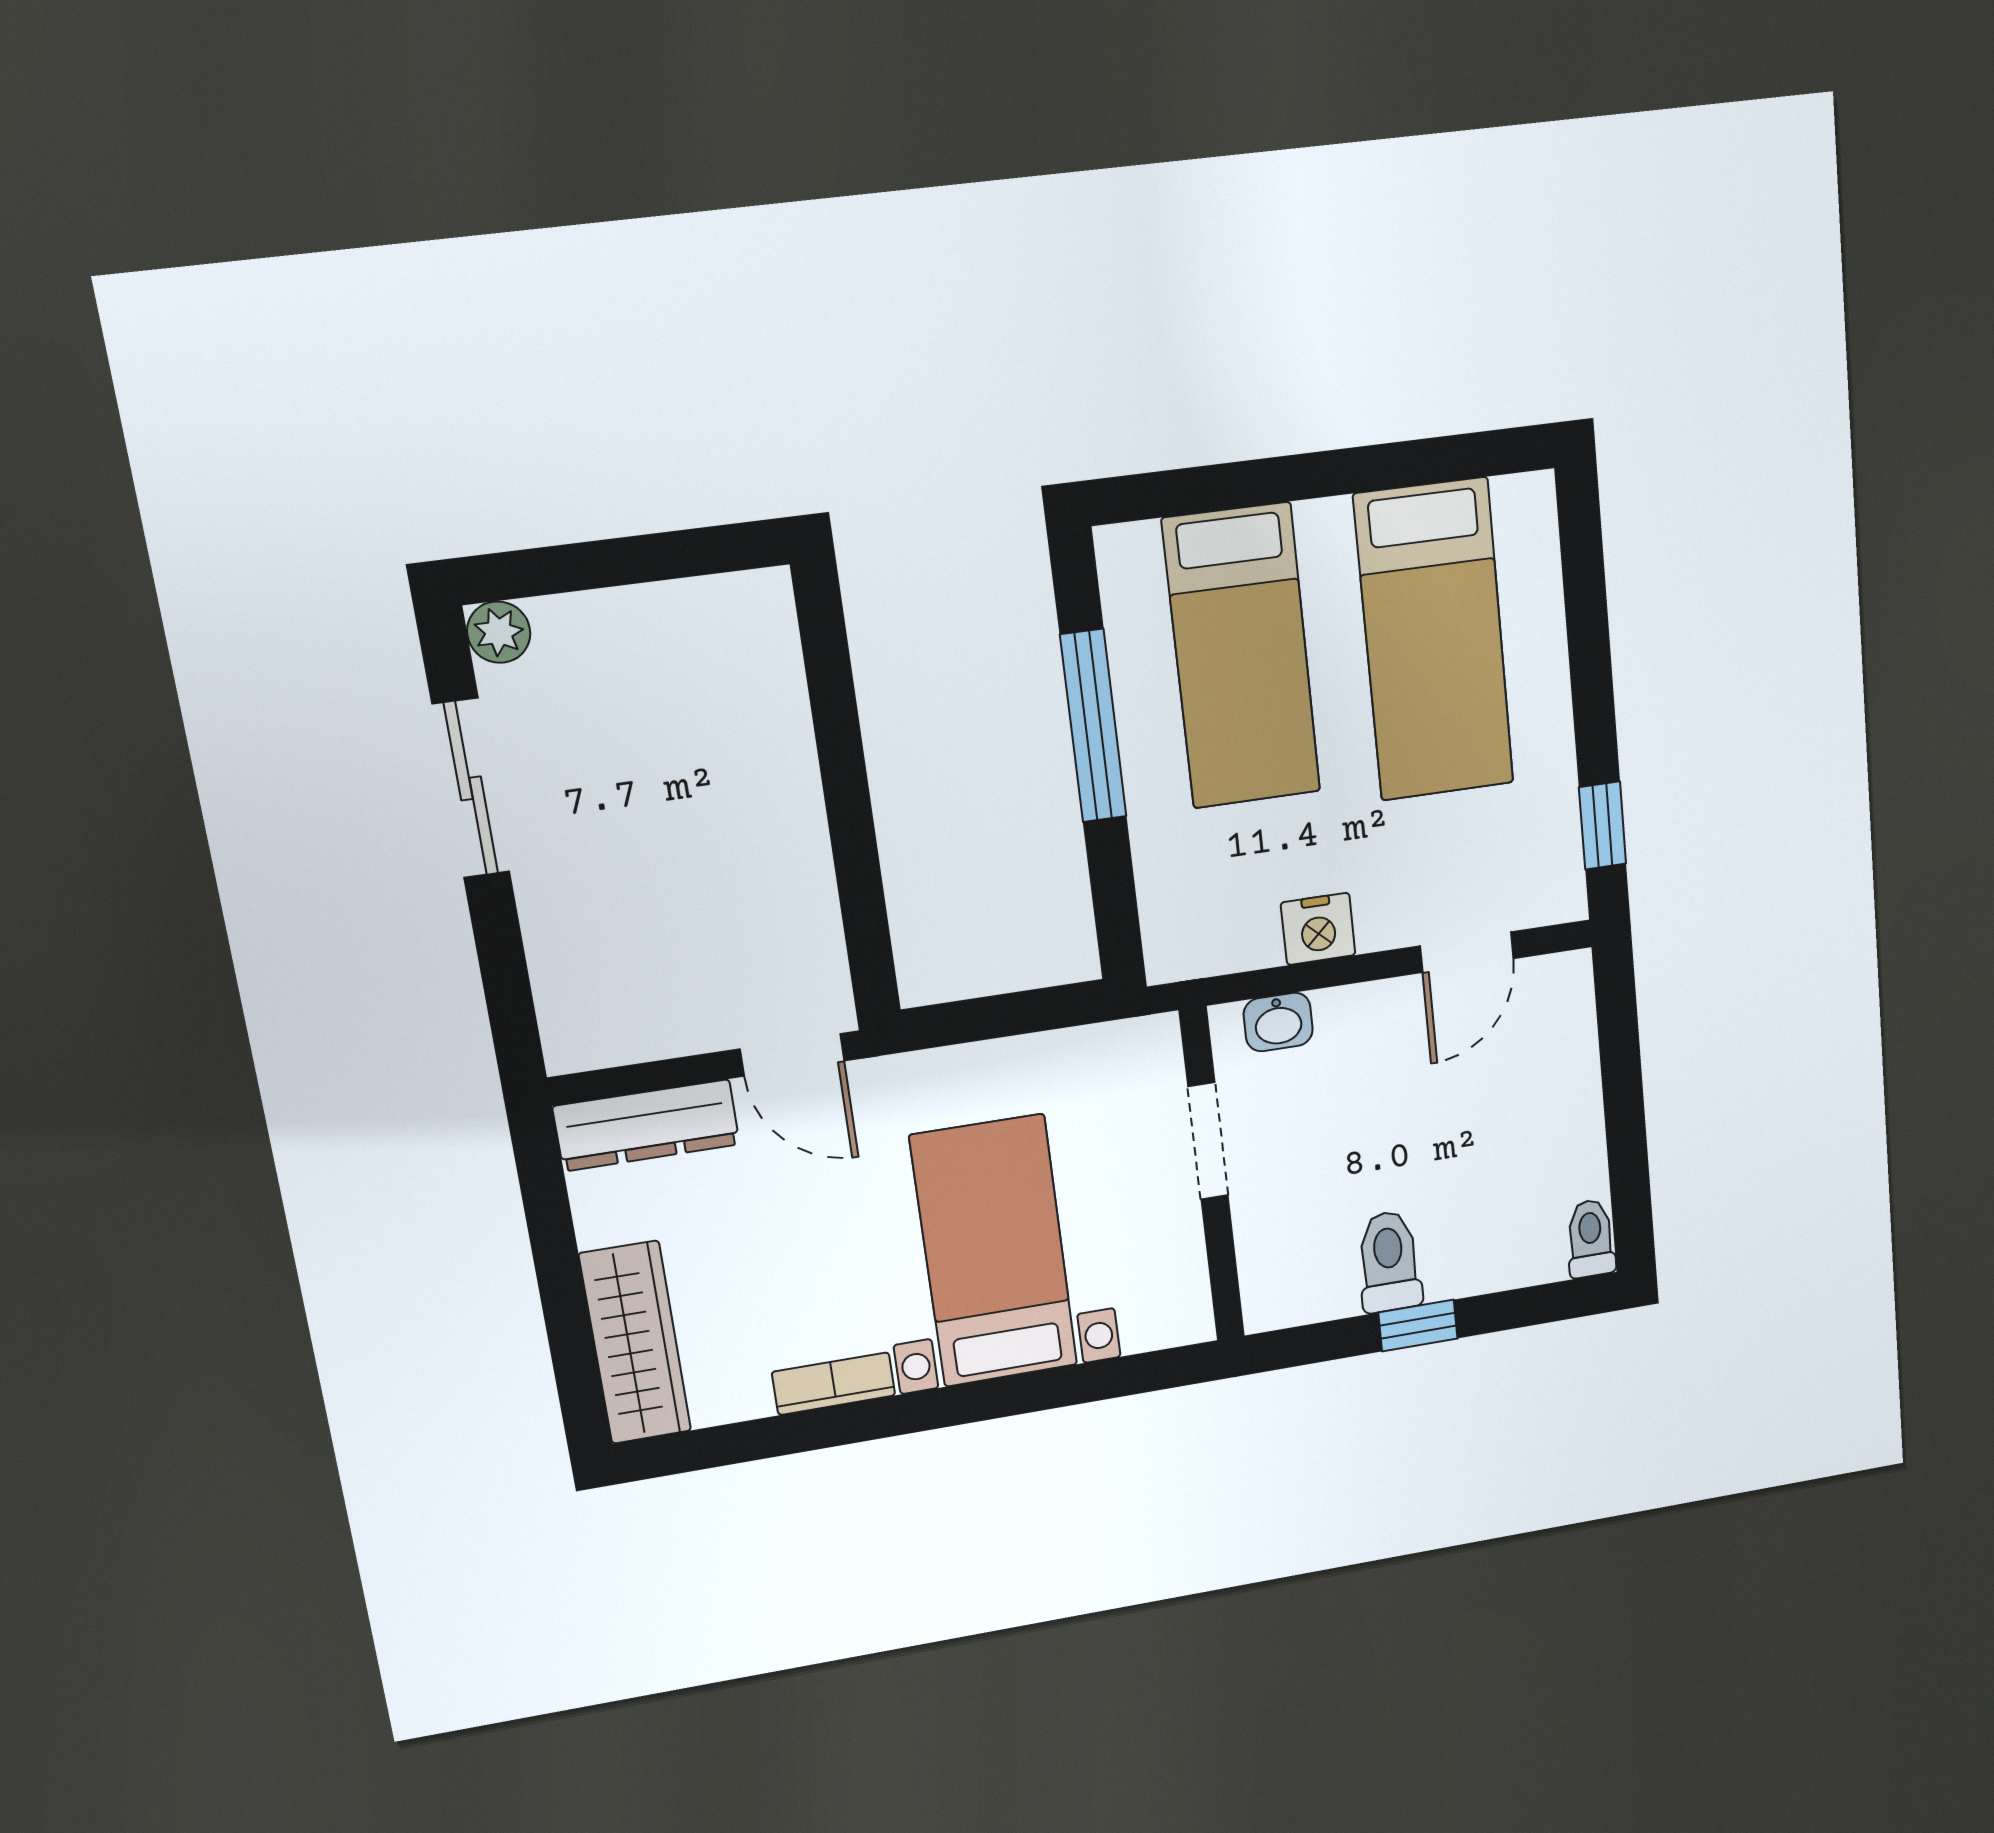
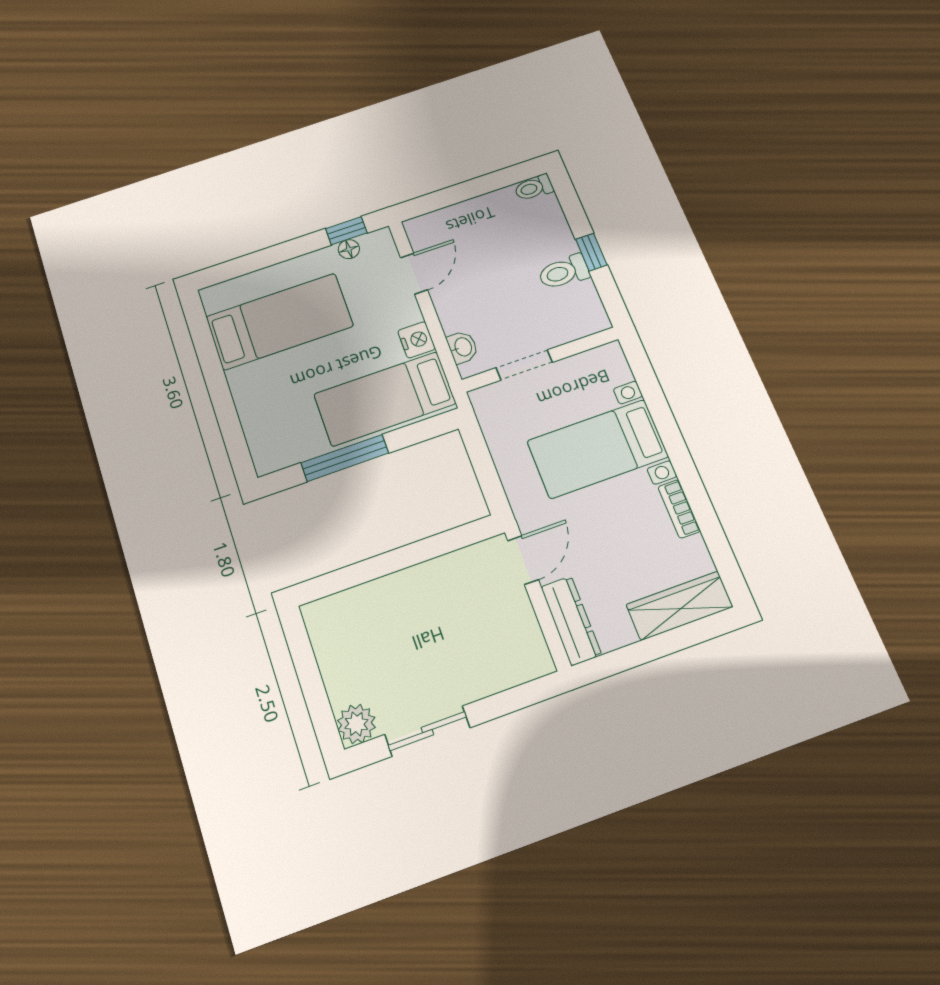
plant: (499, 632) -> (356, 724), width x1.38, depth x1.38
bed: (1242, 656) -> (385, 399), moved, turned 180
floor lamp: (1559, 823) -> (349, 249), added
door: (1467, 952) -> (414, 274), hinge flipped

